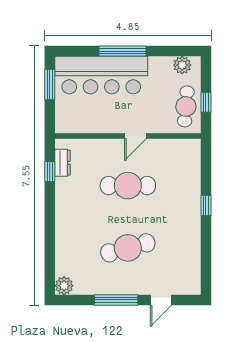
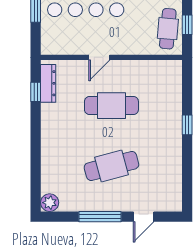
door: (136, 136) -> (99, 57), moved
dresser: (63, 163) -> (48, 83), width x1.44

